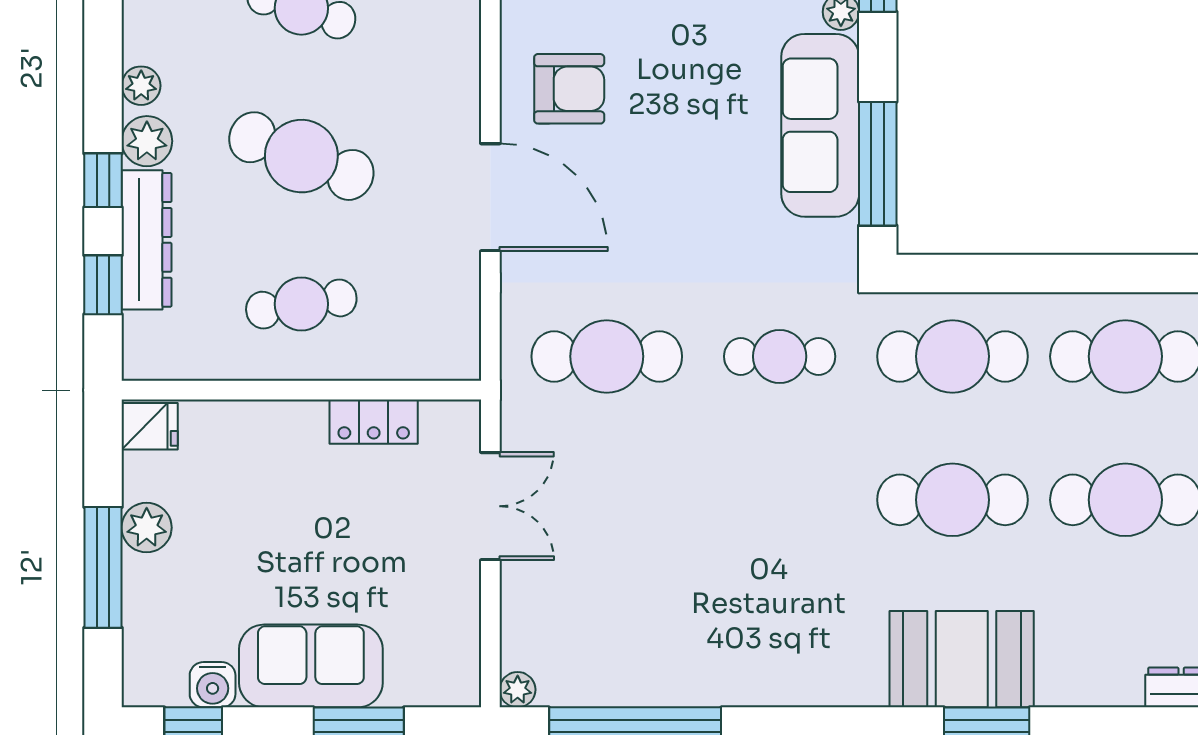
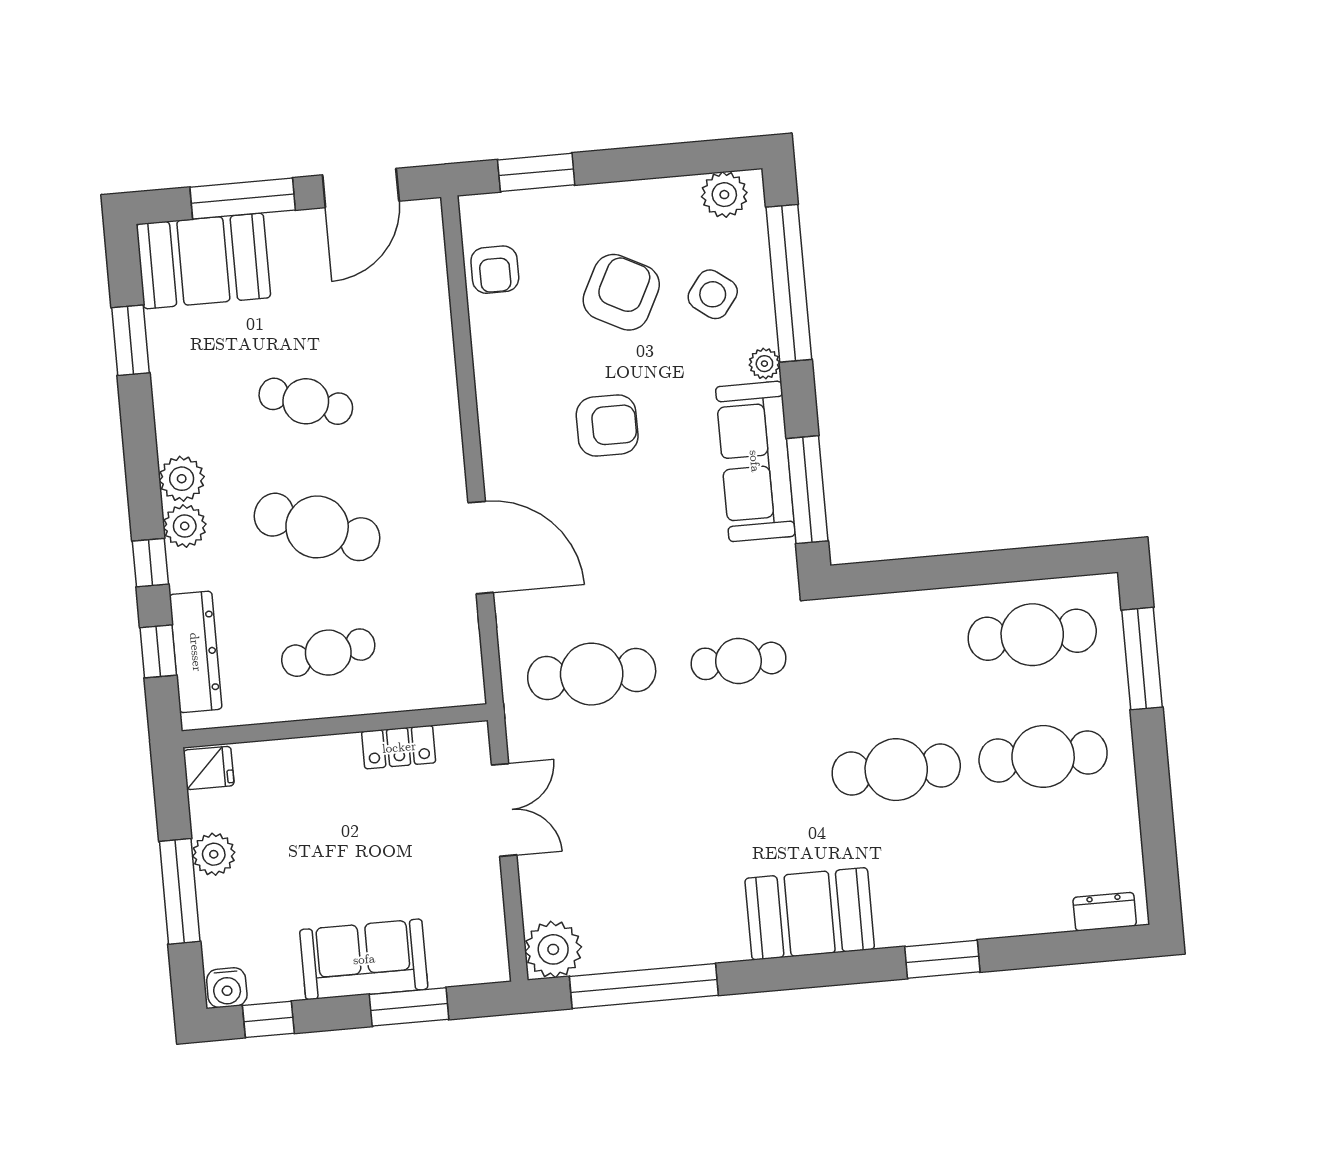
plant: (141, 86) -> (182, 479), width x1.38, depth x1.38
armchair: (569, 89) -> (607, 426), moved
dresser: (147, 240) -> (196, 652), moved
cafe table: (952, 356) -> (885, 648), removed
booth: (962, 659) -> (810, 914), moved
water cooler: (213, 685) -> (227, 988), moved
plant: (518, 690) -> (553, 949), width x1.88, depth x1.88

